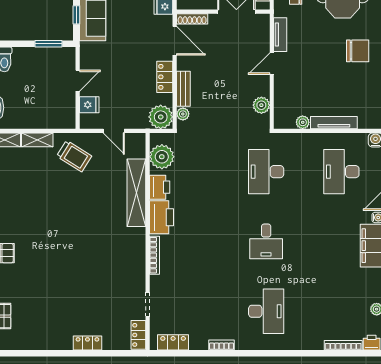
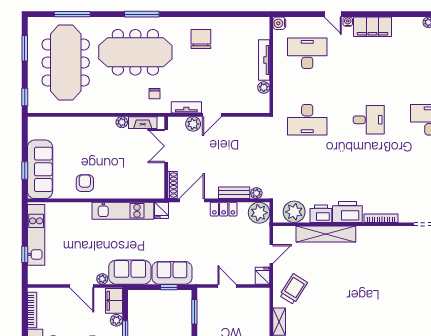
door: (272, 64) -> (212, 115), hinge flipped
fridge: (89, 105) -> (262, 276), moved
plant: (261, 105) -> (193, 124), moved
desk: (341, 172) -> (307, 53), turned 180

